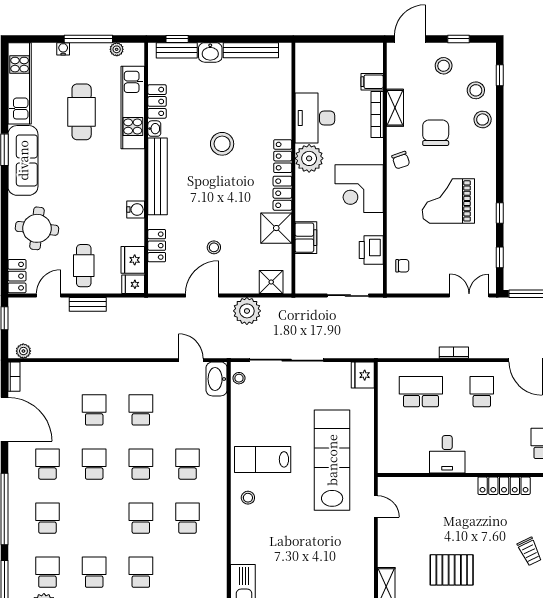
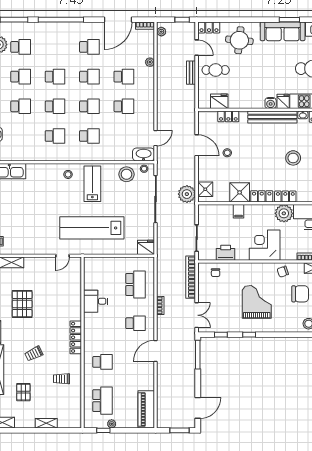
water cooler: (136, 210) -> (271, 103), moved
filing cabinet: (306, 238) -> (239, 211), width x0.50
fridge: (133, 284) -> (283, 101), moved
bookcase: (409, 305) -> (191, 277), added
plant: (247, 311) -> (187, 194), moved
plant: (71, 369) -> (150, 62), added
stool: (248, 406) -> (127, 174), added
lab bench: (332, 460) -> (92, 228), turned 180
school desk: (47, 518) -> (55, 77), moved

